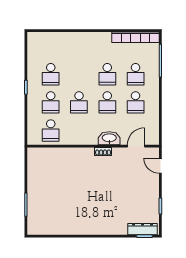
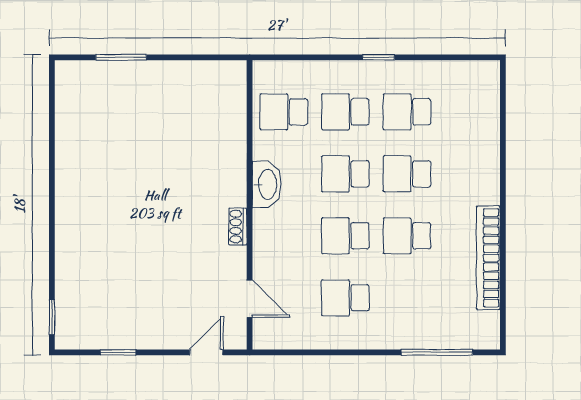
bookcase: (135, 37) -> (488, 258), moved
school desk: (136, 74) -> (407, 174), moved
washbasin: (109, 138) -> (267, 184), moved
dresser: (143, 229) -> (67, 313), removed

